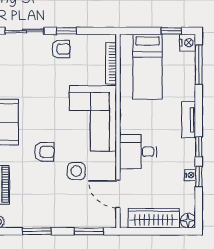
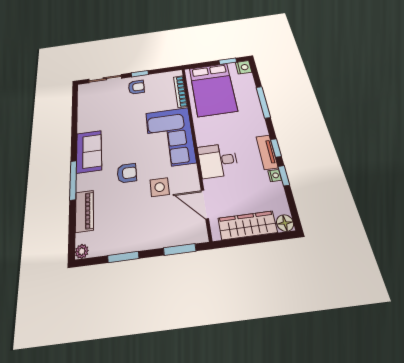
window: (199, 65) -> (263, 102), moved
bed: (147, 67) -> (213, 89), width x1.50
tv unit: (189, 120) -> (267, 152), moved

